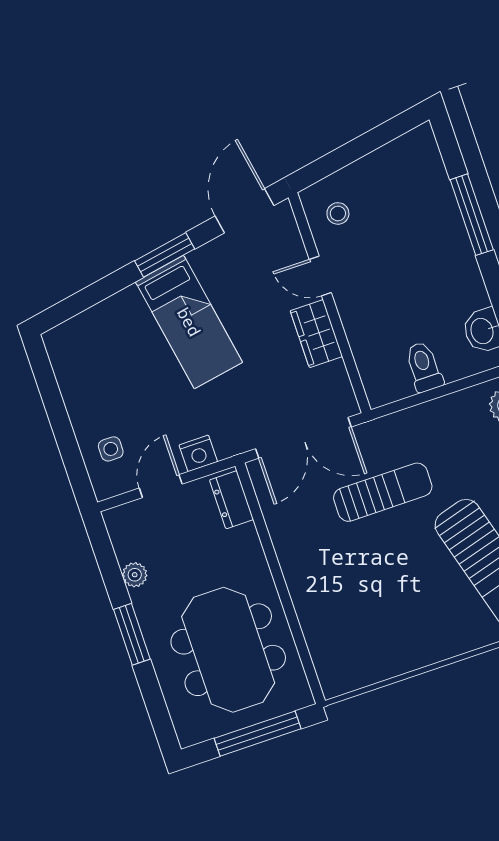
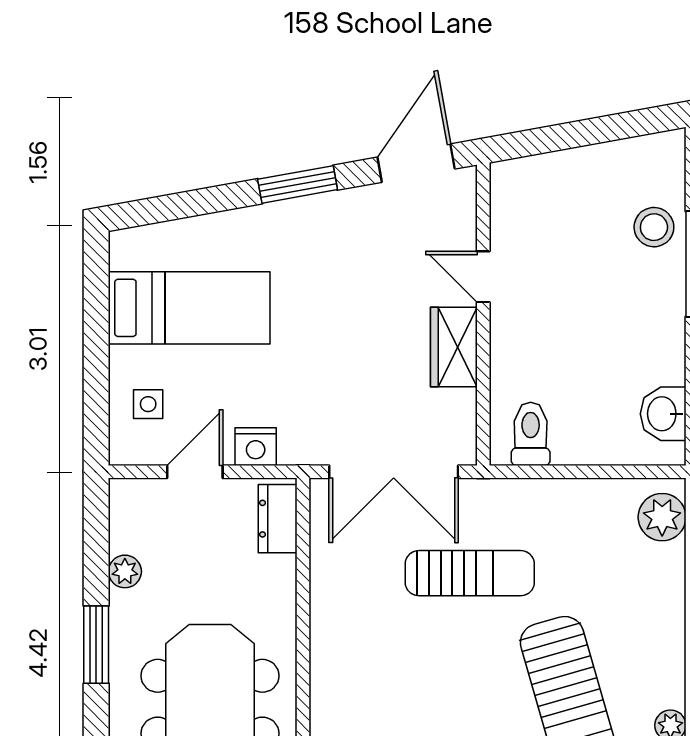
stool: (338, 213) -> (654, 227), moved, width x1.37, depth x1.37
bed: (189, 322) -> (189, 308), moved, turned -80
toilet: (424, 367) -> (531, 434), moved

